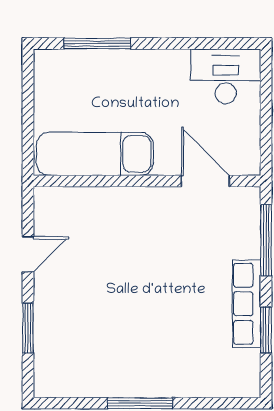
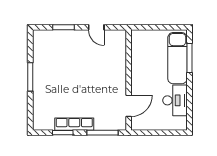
desk: (226, 76) -> (175, 100), moved
exam couch: (95, 154) -> (177, 58), moved, turned 180

